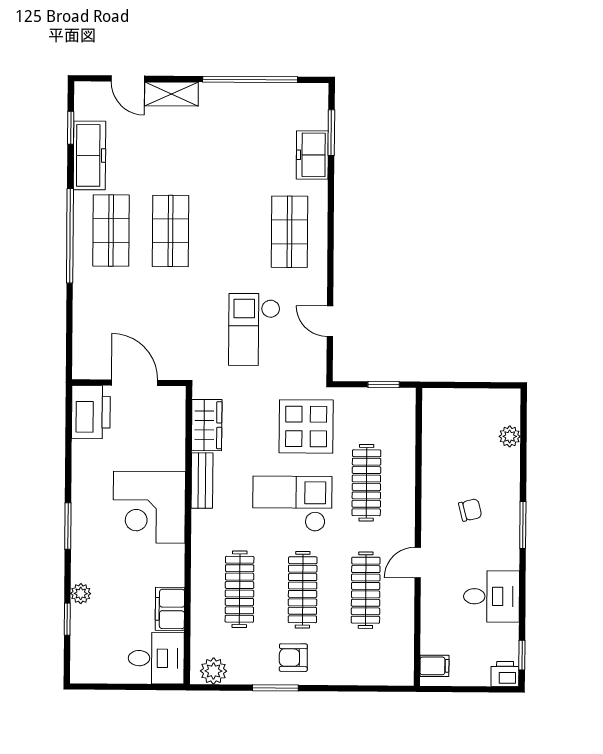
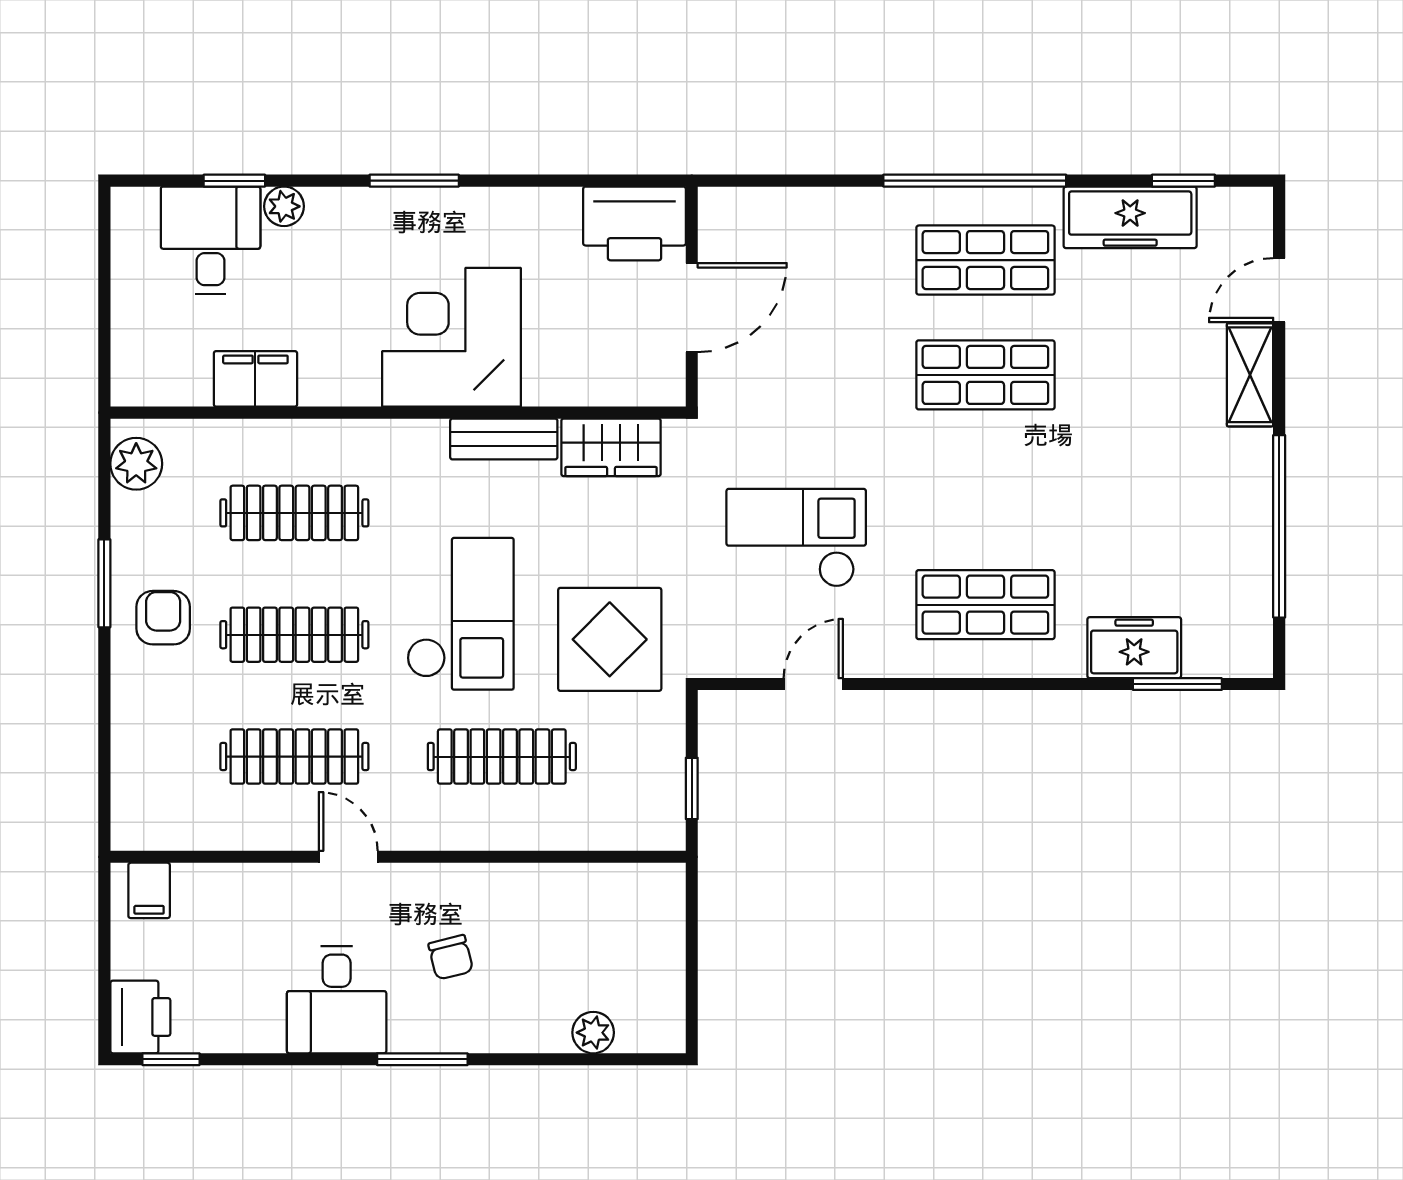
desk: (492, 596) -> (337, 1000), moved
desk: (156, 658) -> (211, 240), moved, turned 180
printer: (505, 674) -> (140, 1017), width x1.36, depth x1.24

